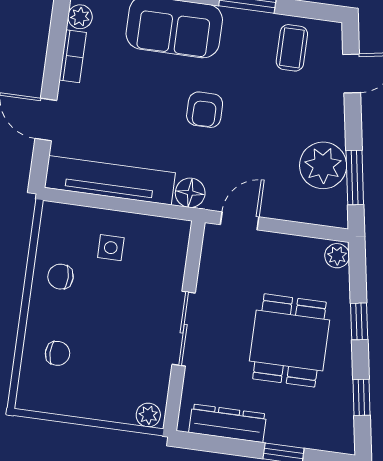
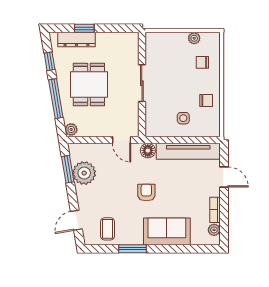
door: (240, 221) -> (122, 140), hinge flipped
window: (359, 321) -> (56, 99), width x2.17
plant: (148, 415) -> (194, 38), moved
dresser: (227, 423) -> (76, 40), moved

